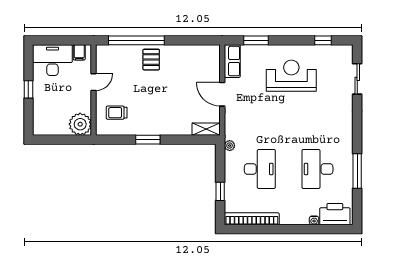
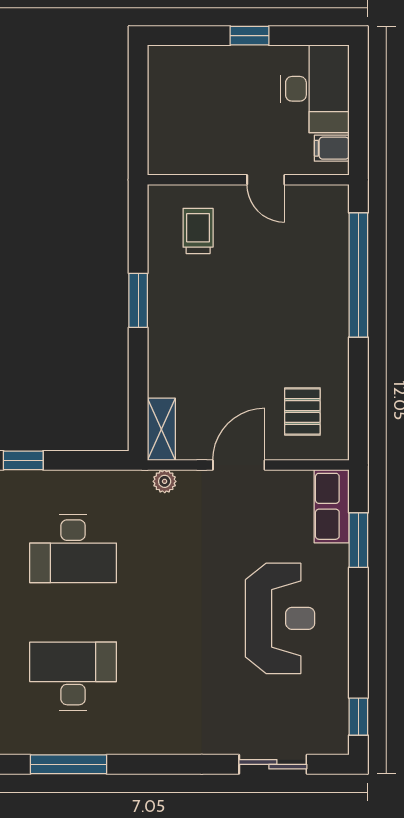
window: (323, 40) -> (358, 717), moved
pallet: (151, 60) -> (302, 412), moved, turned 90
row of seats: (232, 61) -> (332, 506), moved, turned 90
plant: (80, 124) -> (172, 150), removed
plant: (230, 146) -> (165, 481), moved

